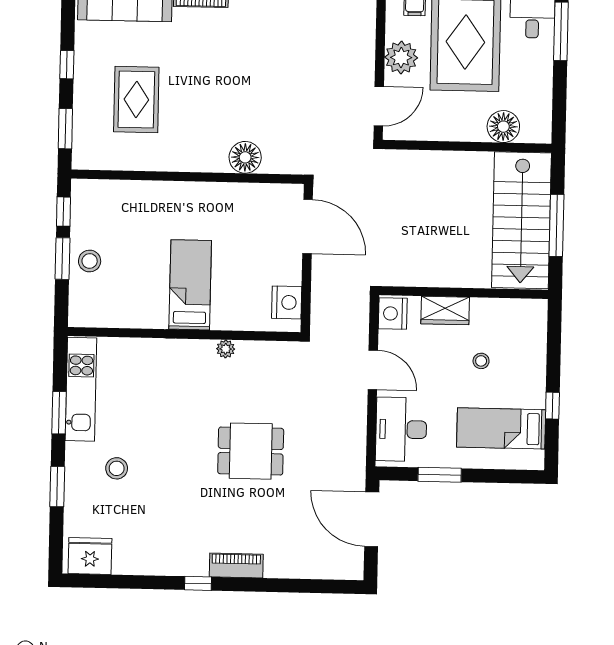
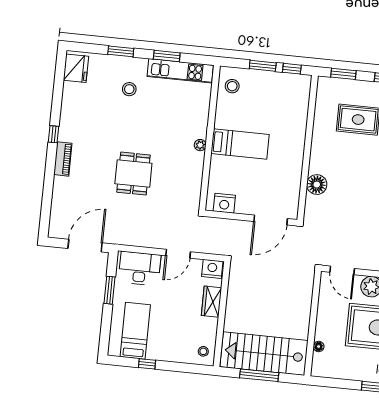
floor lamp: (503, 127) -> (319, 346), width x0.53, depth x0.53
stool: (90, 261) -> (232, 86), moved
plant: (226, 349) -> (200, 145), moved
stool: (481, 361) -> (203, 351), moved

